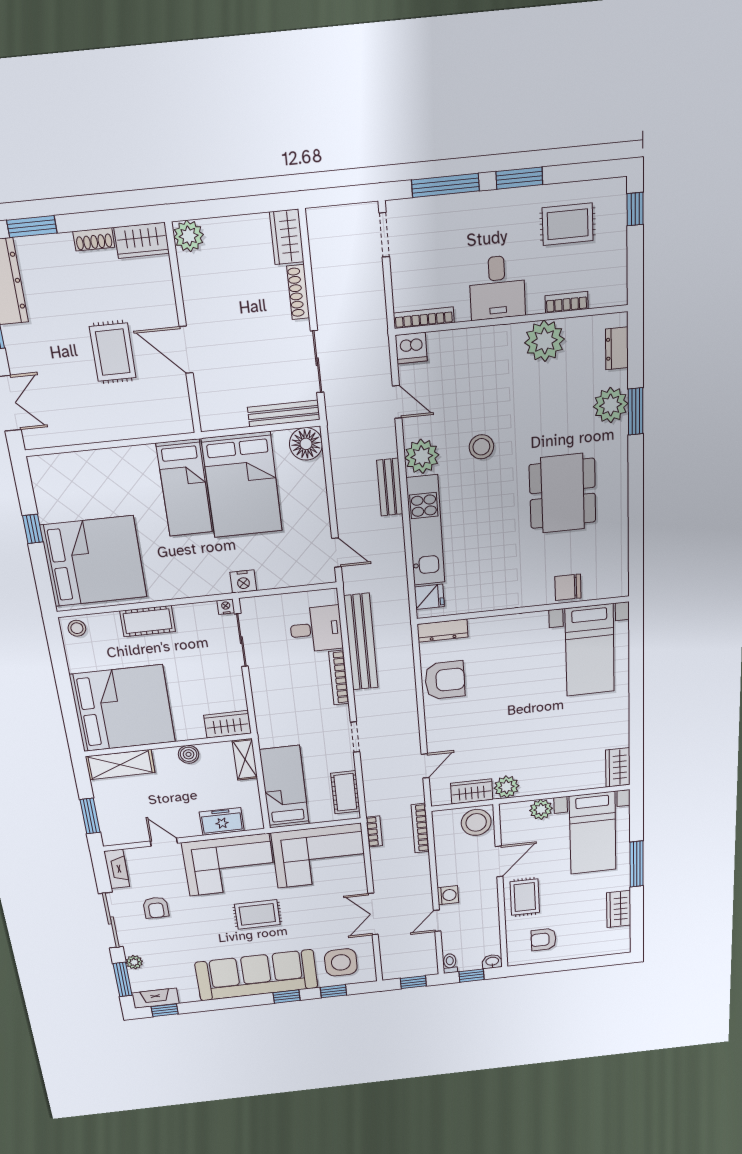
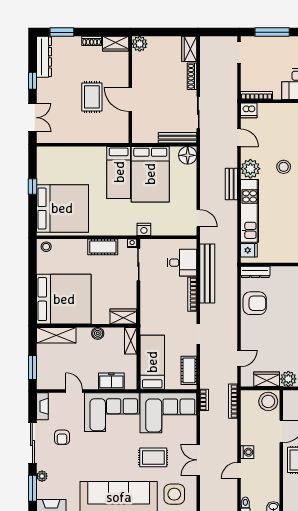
cot: (148, 621) -> (103, 247), moved
rug: (257, 914) -> (153, 457), moved

